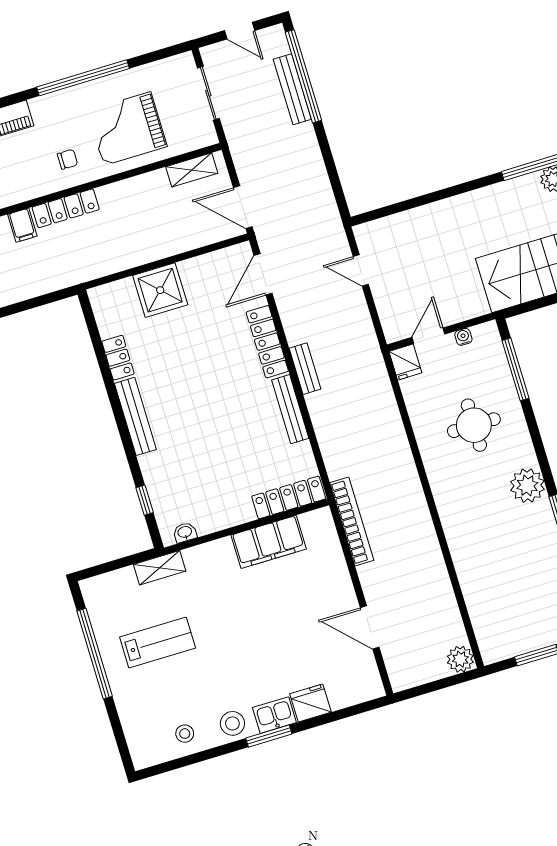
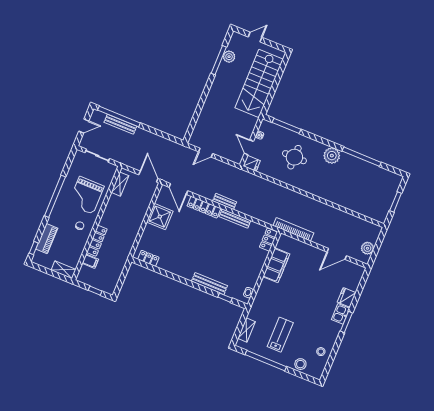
door: (243, 207) -> (148, 177), swing flipped
shower: (160, 290) -> (160, 217), moved
locker: (118, 358) -> (148, 258), moved
bench: (135, 416) -> (209, 284), moved
locker: (289, 497) -> (268, 240), width x0.66
shelving: (160, 568) -> (246, 330), moved
plant: (460, 659) -> (367, 248), moved
stool: (232, 723) -> (300, 364), moved

